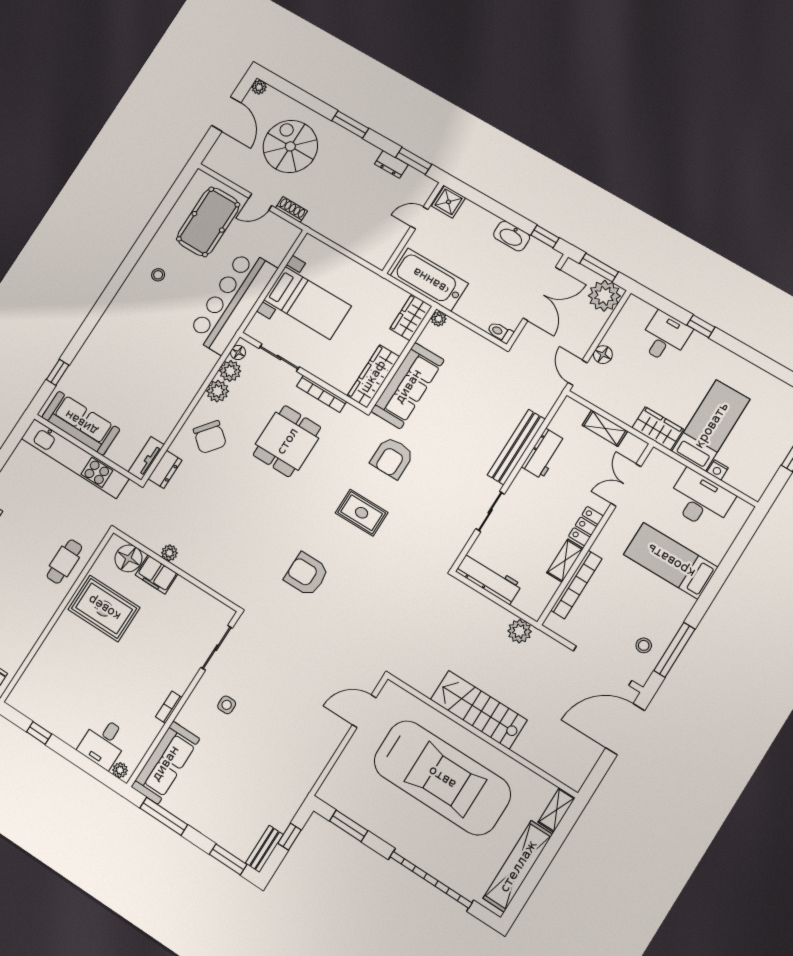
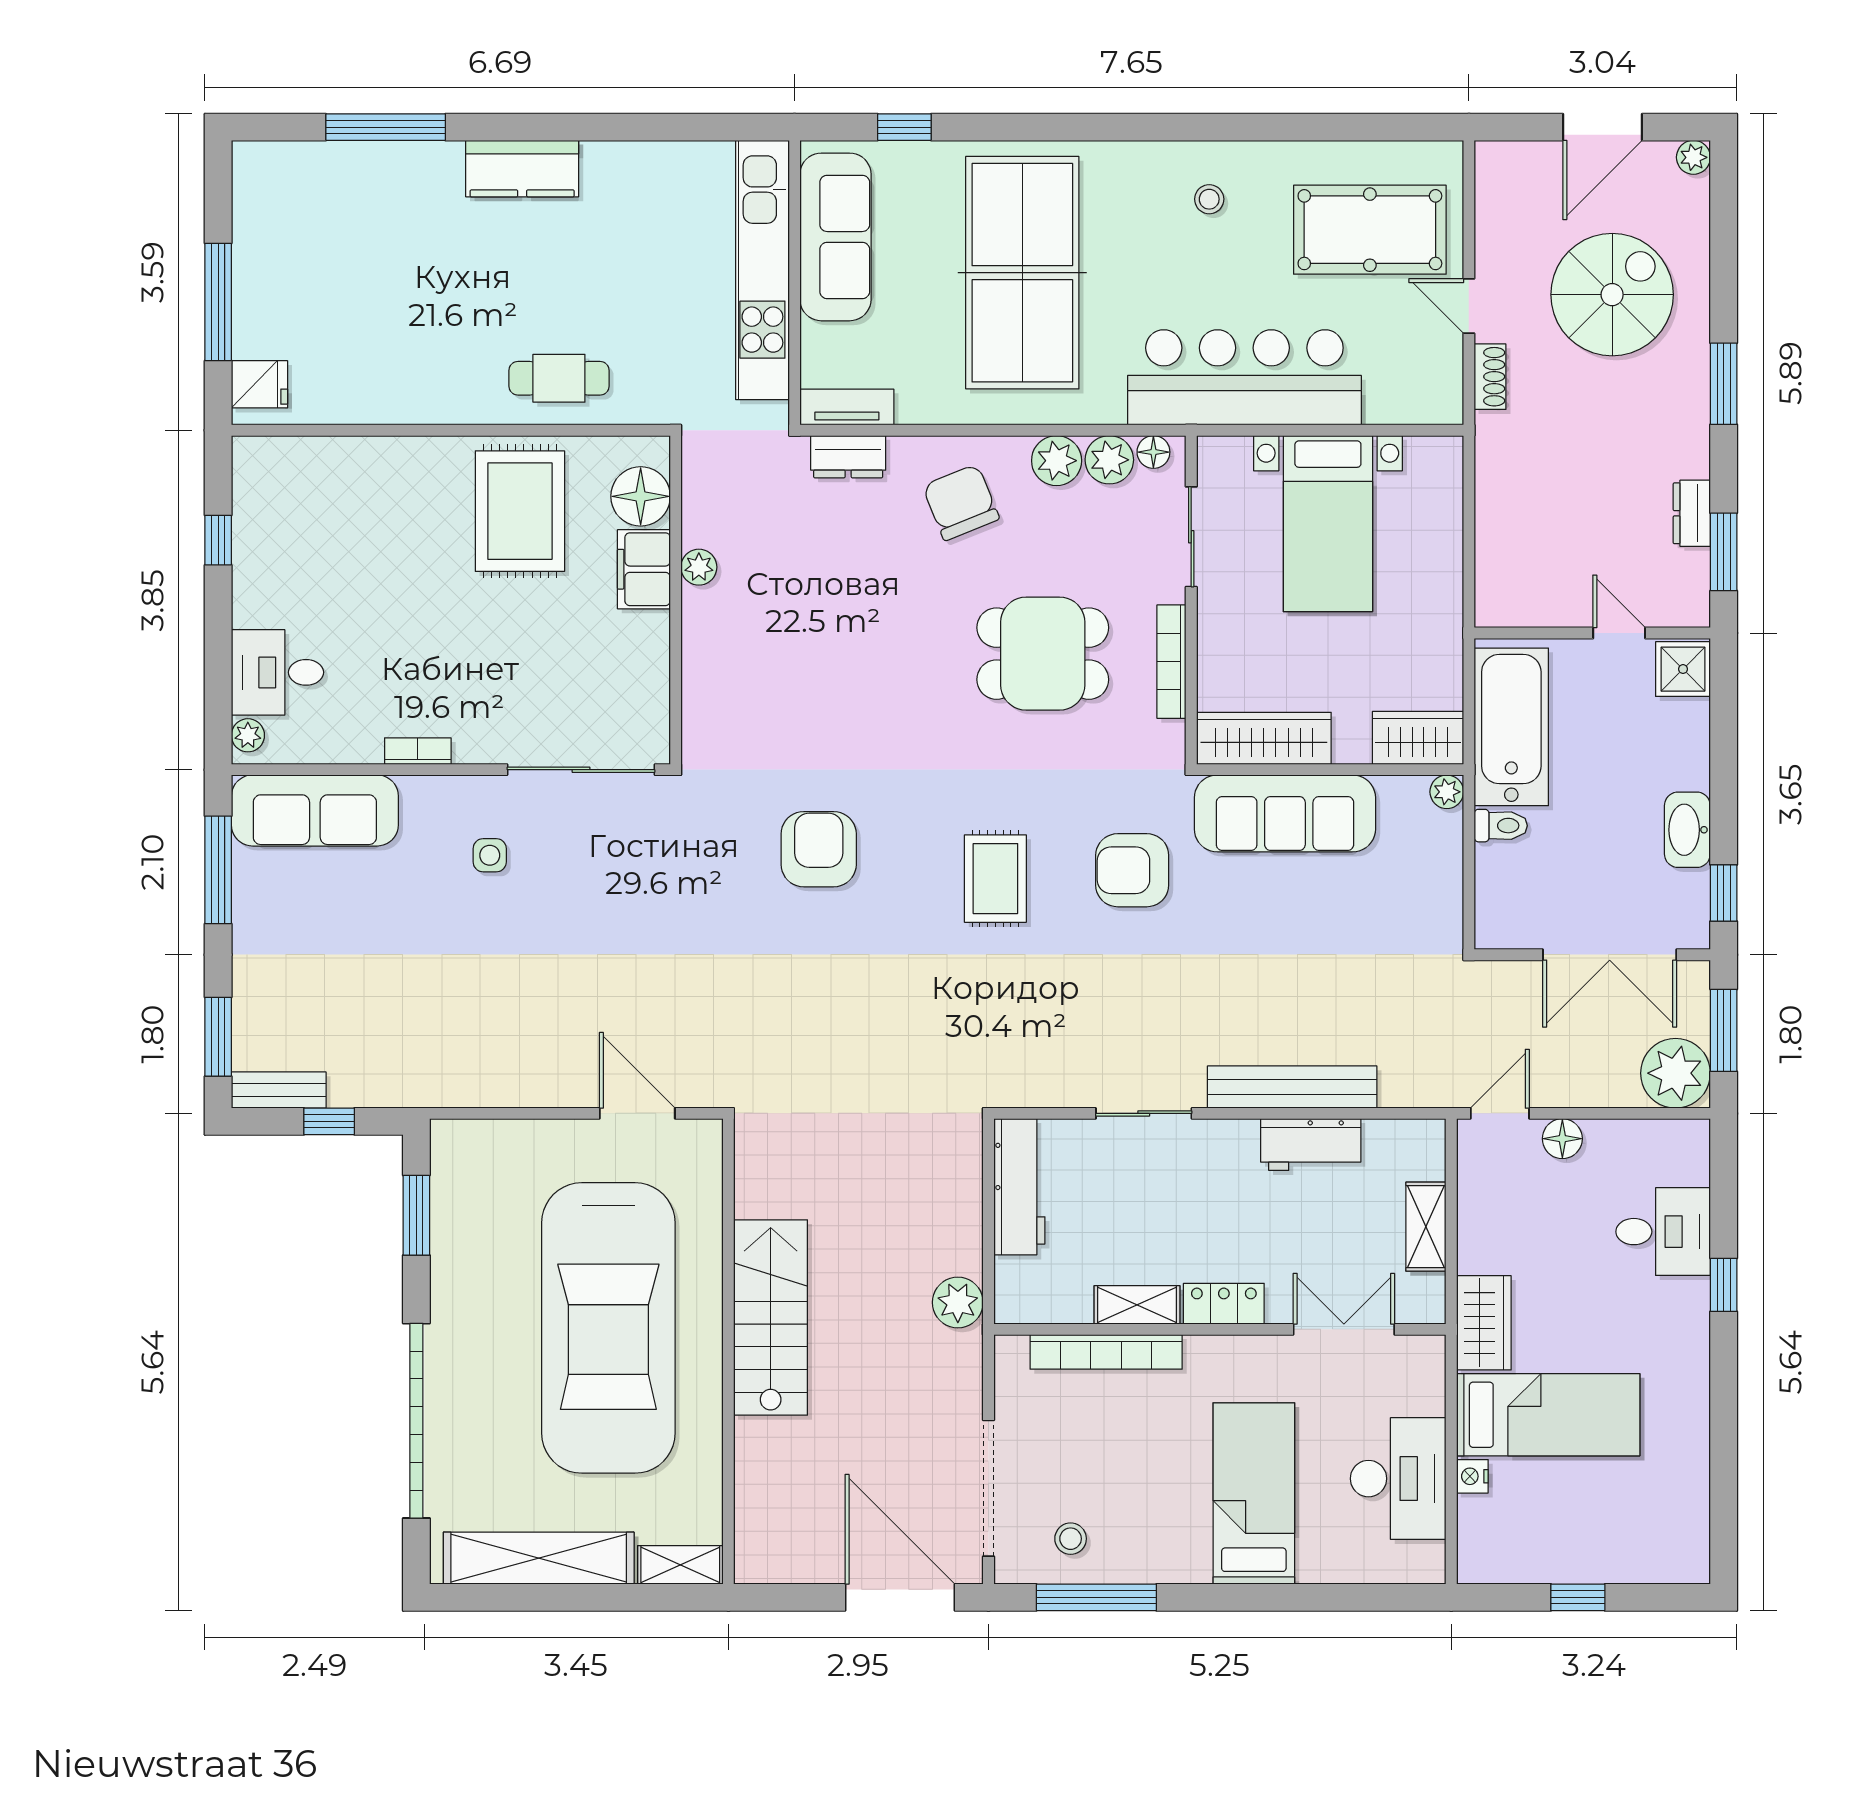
toilet: (500, 332) -> (1501, 826), moved, turned 90
table tennis table: (140, 361) -> (1022, 273), added
chair: (210, 437) -> (961, 502), turned 119
sliding door: (217, 648) -> (581, 770), width x1.37

